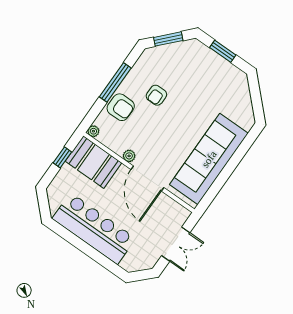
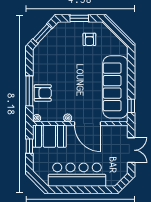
window: (115, 82) -> (29, 91), moved
armchair: (156, 95) -> (89, 39), moved
window: (211, 193) -> (131, 106), added

